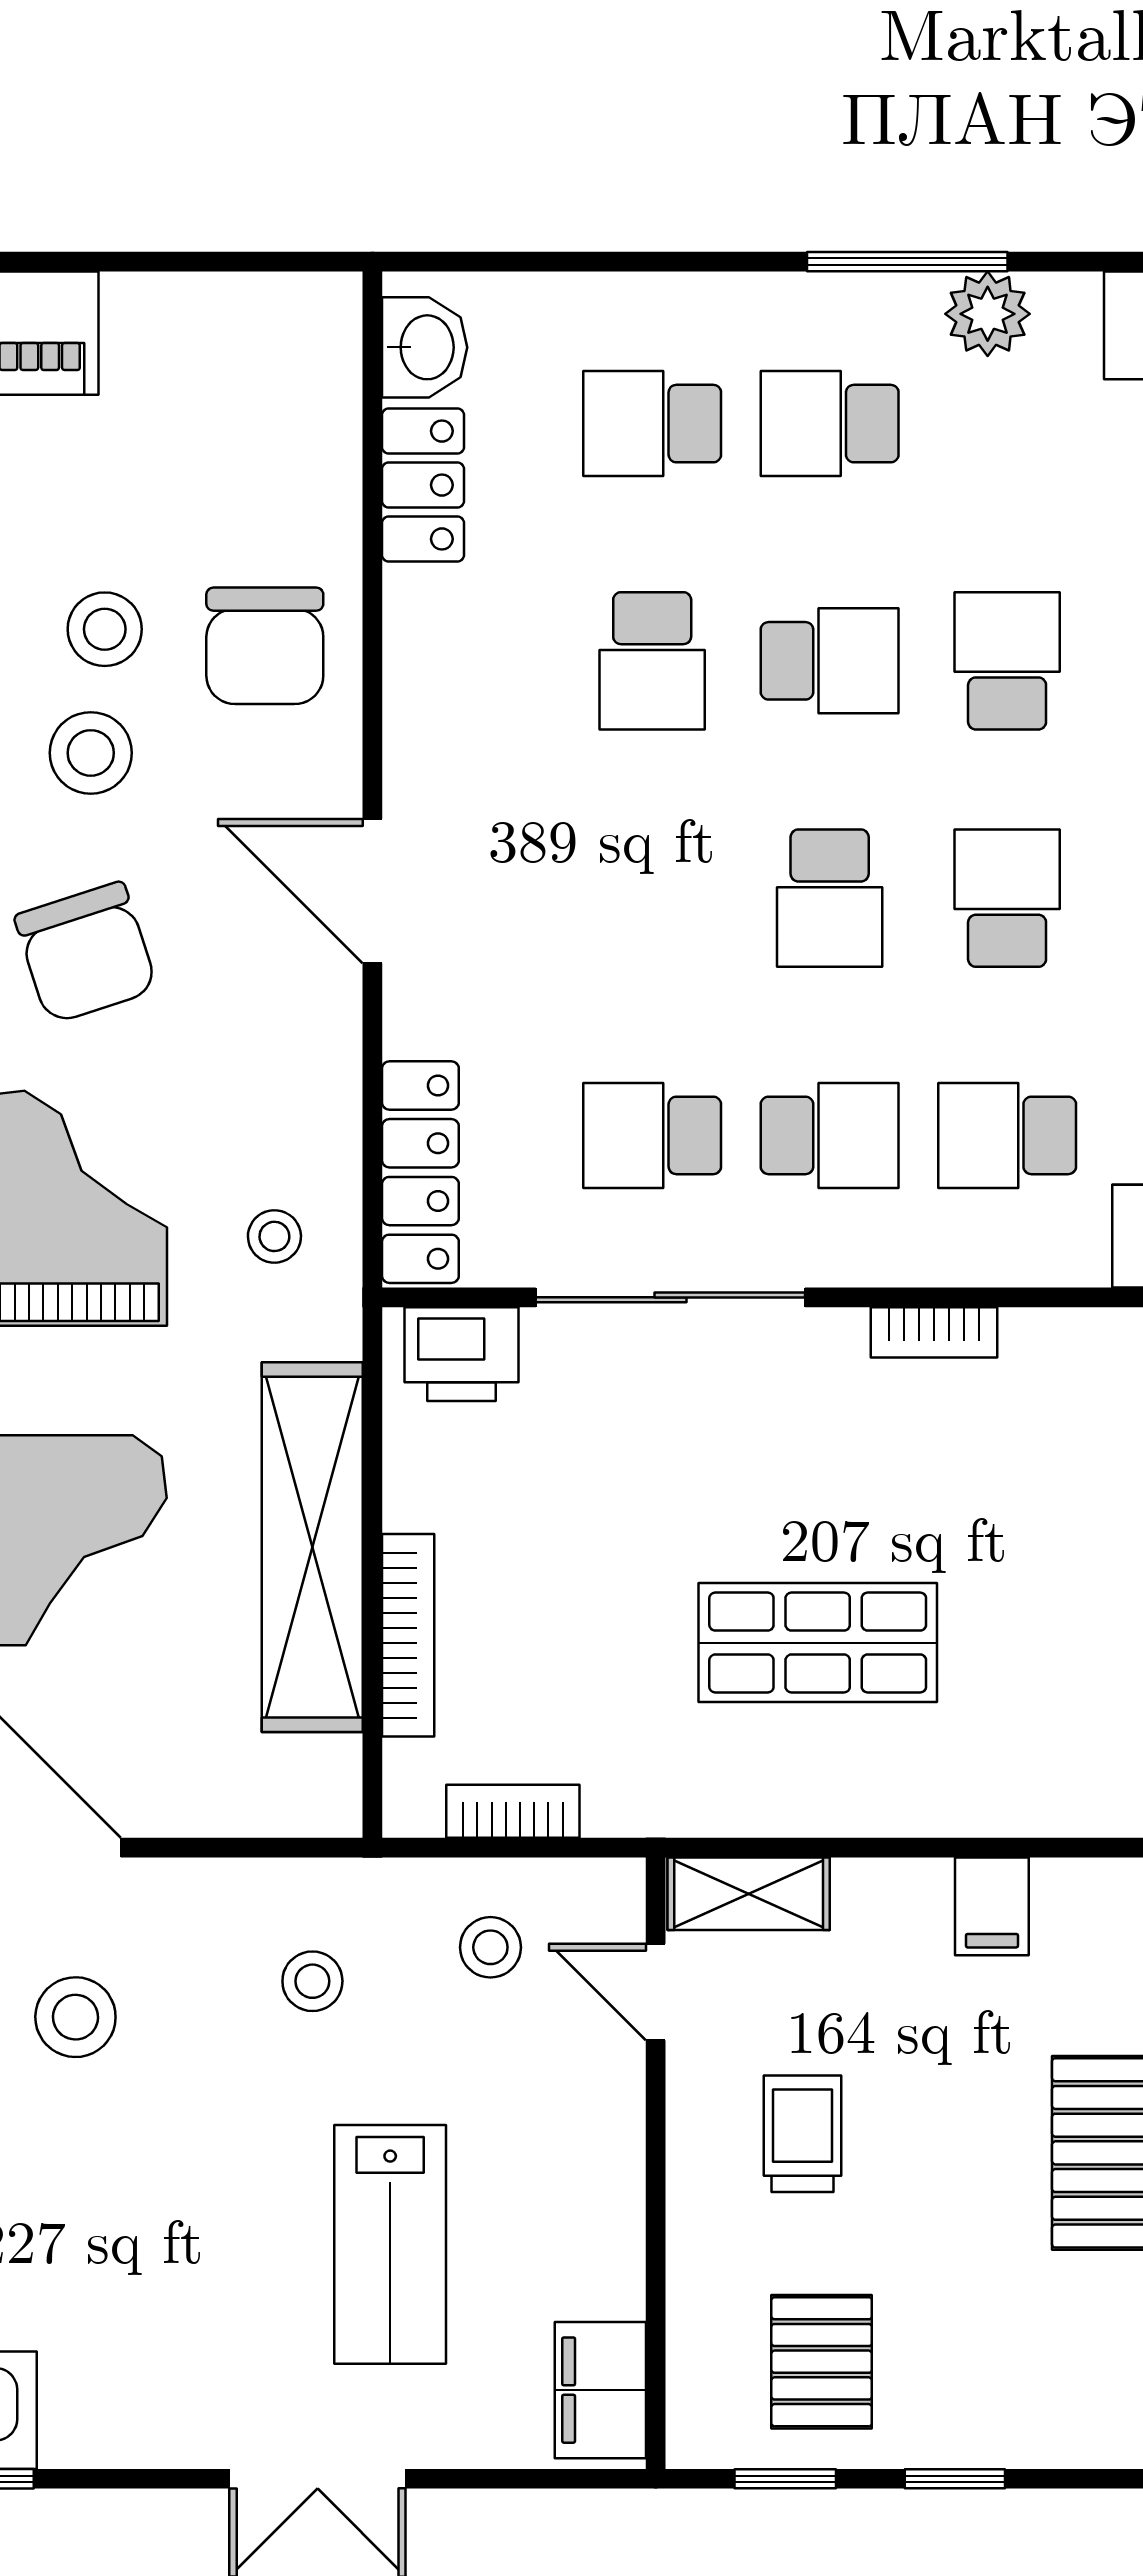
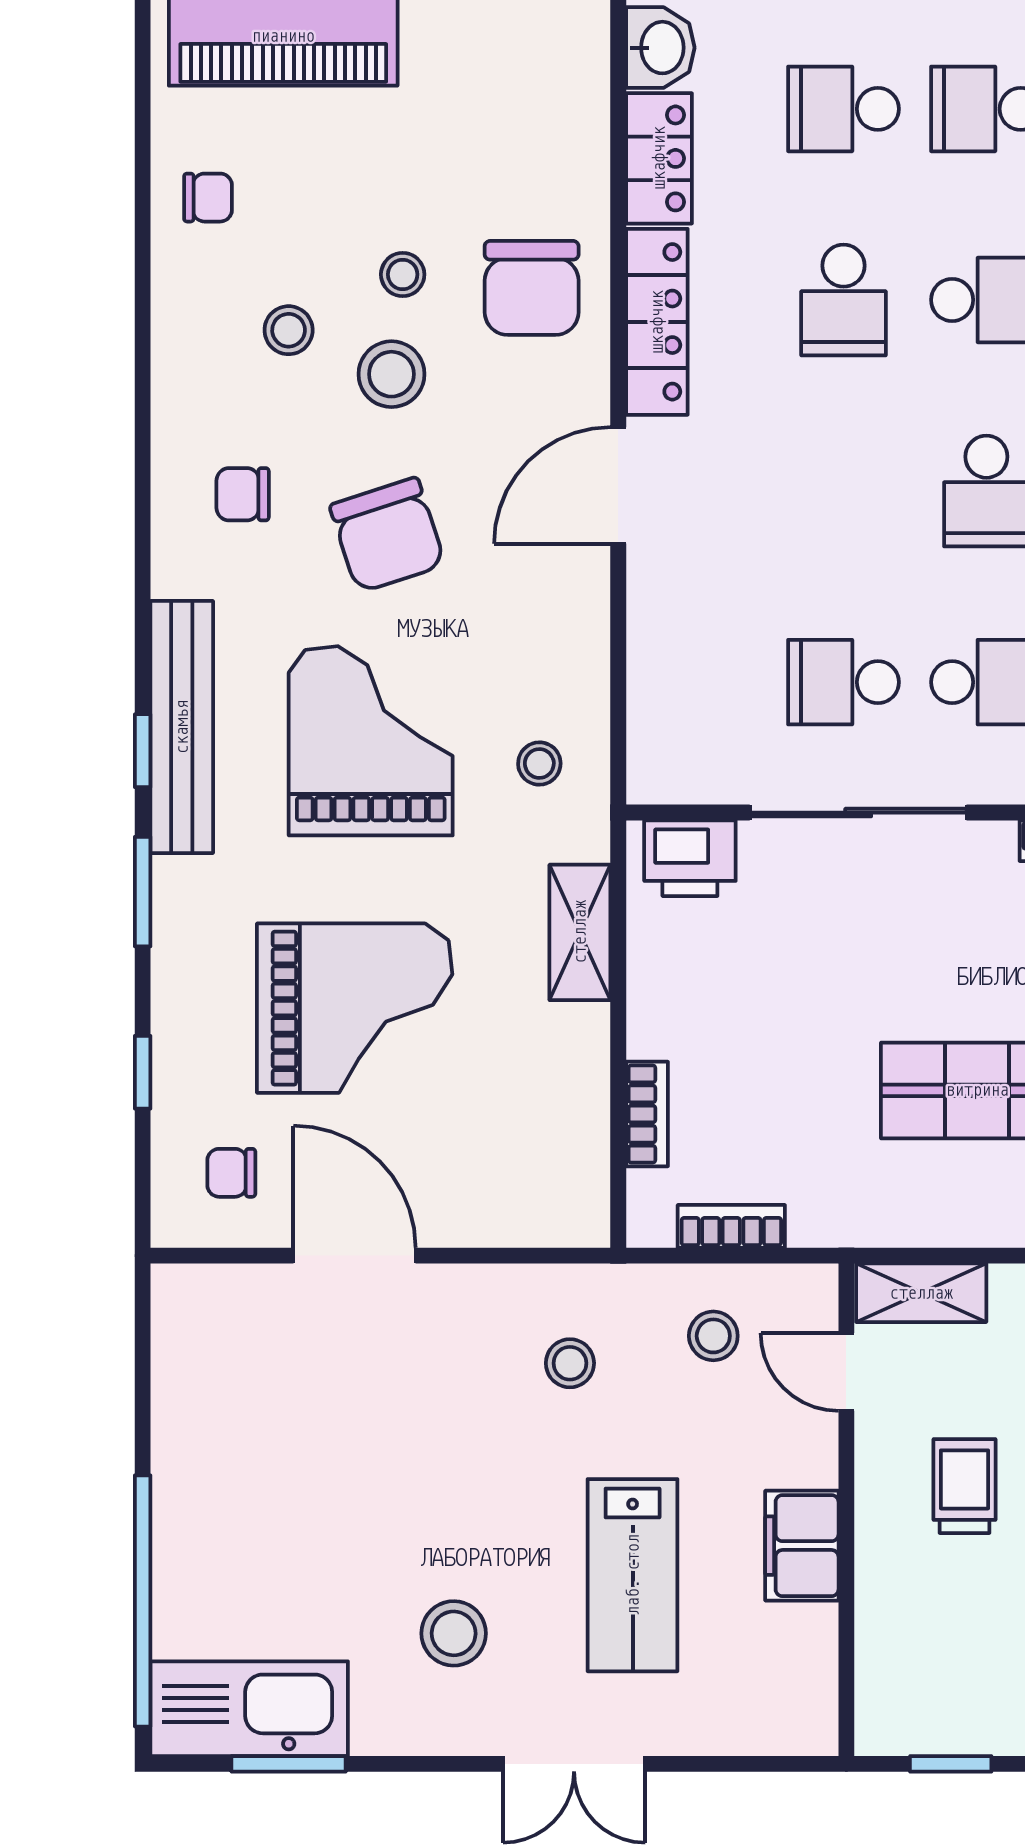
stool: (105, 629) -> (403, 274), width x0.73, depth x0.73
door: (372, 891) -> (618, 485), hinge flipped
locker: (420, 1172) -> (657, 322), moved
shelving: (312, 1547) -> (580, 932), width x0.45, depth x0.75
bookcase: (408, 1635) -> (647, 1114), width x0.64
stool: (75, 2017) -> (454, 1633), moved
pallet: (822, 2362) -> (980, 1670), removed
filing cabinet: (600, 2390) -> (802, 1546), moved

